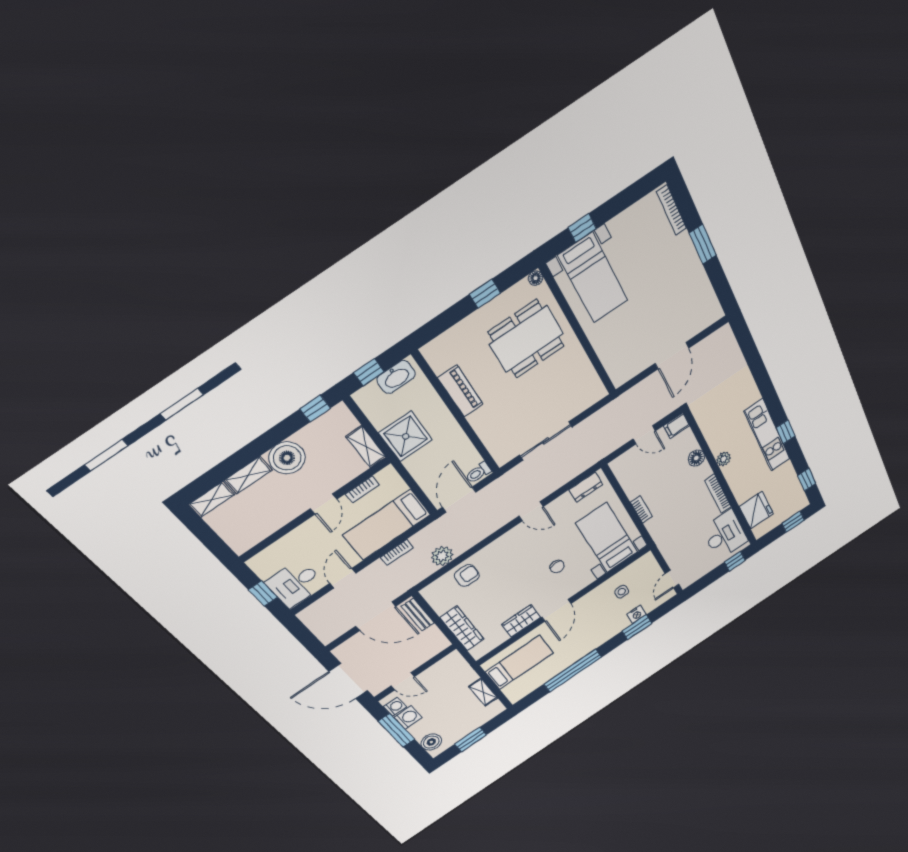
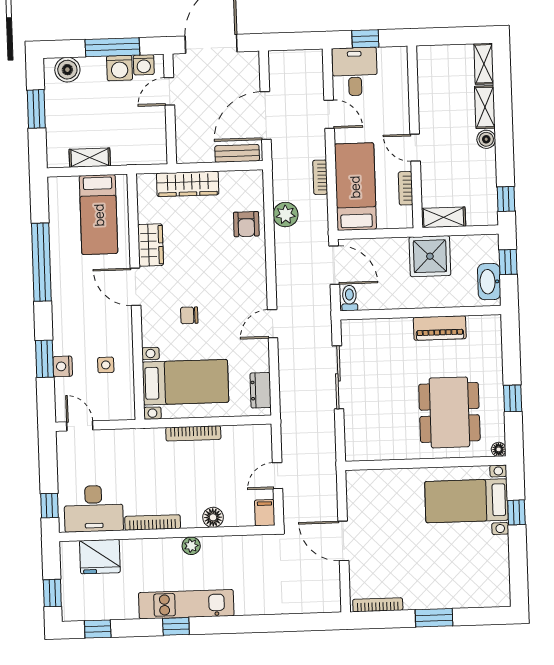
bookcase: (672, 210) -> (378, 605), moved
boiler: (287, 458) -> (486, 139), width x0.54, depth x0.54
bookcase: (641, 509) -> (193, 433), width x1.56

